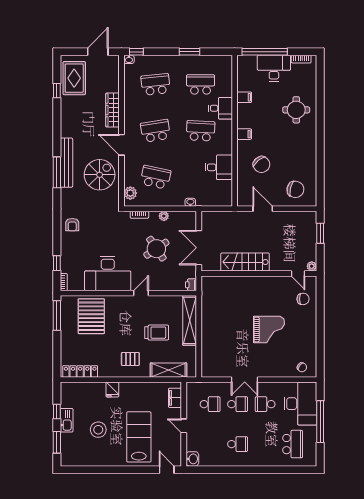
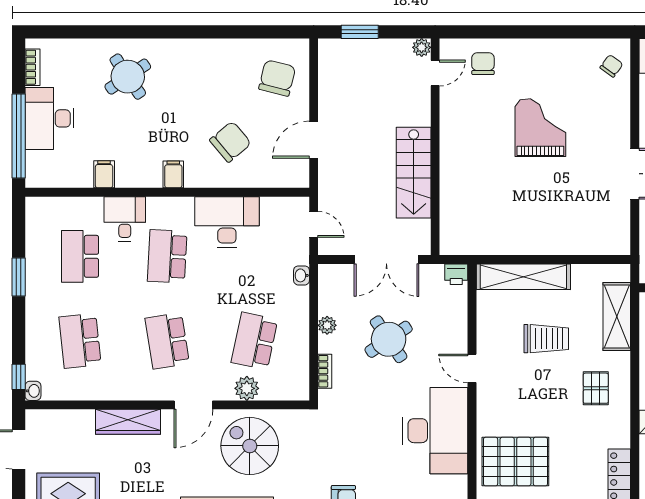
round table: (296, 110) -> (128, 77), turned -34
desk: (219, 167) -> (227, 222), width x1.37
plant: (130, 193) -> (247, 388), moved
door: (218, 209) -> (314, 224), added
trolley: (157, 333) -> (546, 339), turned 90

